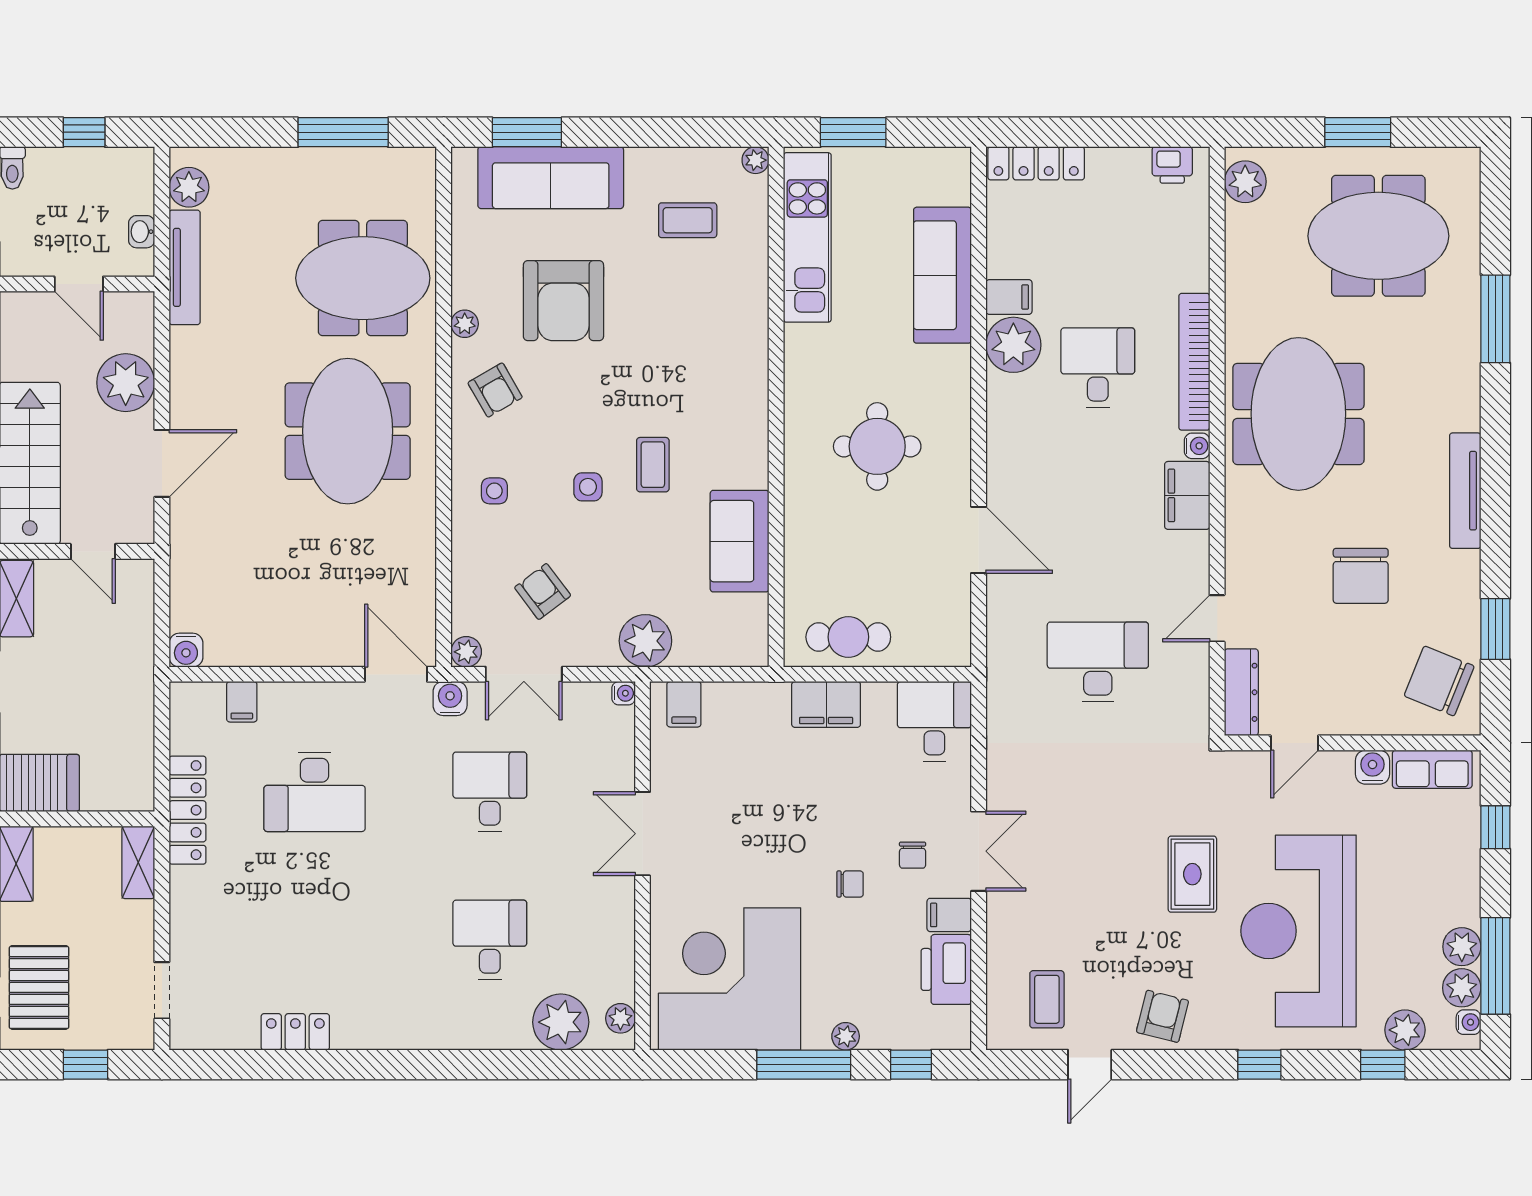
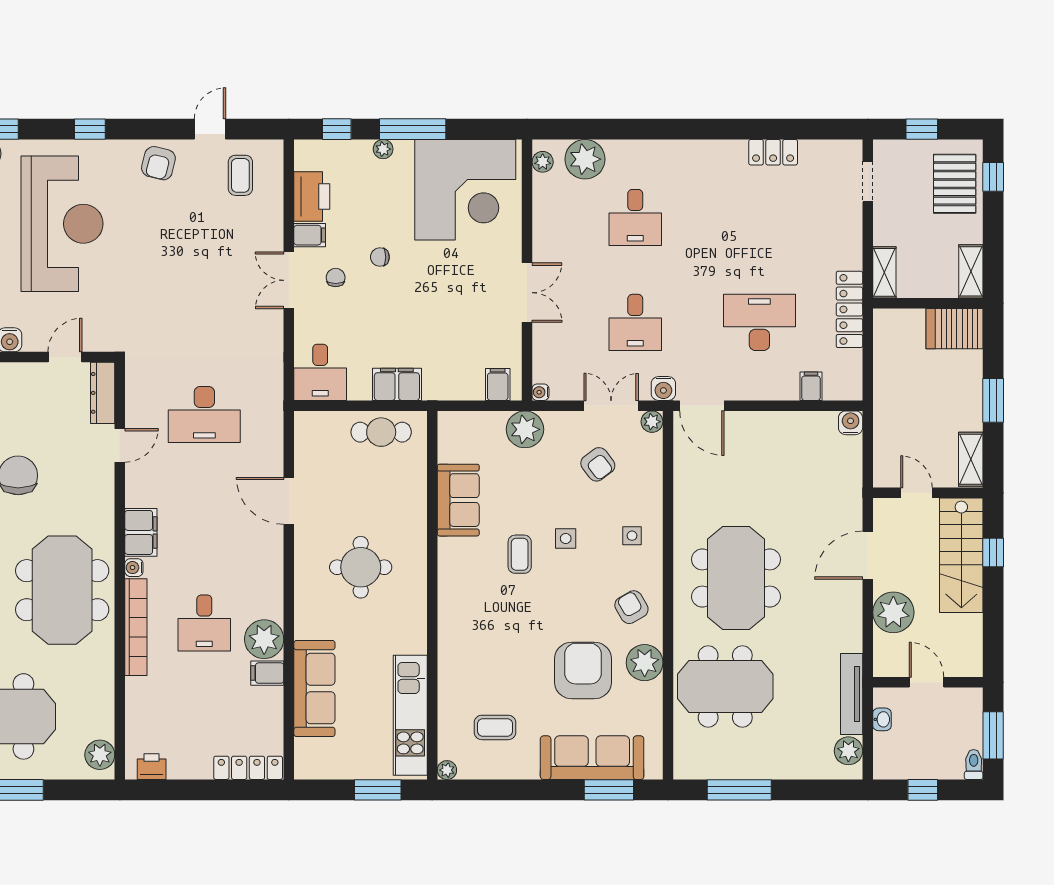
plant: (465, 324) -> (645, 663), width x1.88, depth x1.88
rug: (1192, 874) -> (137, 264), removed

